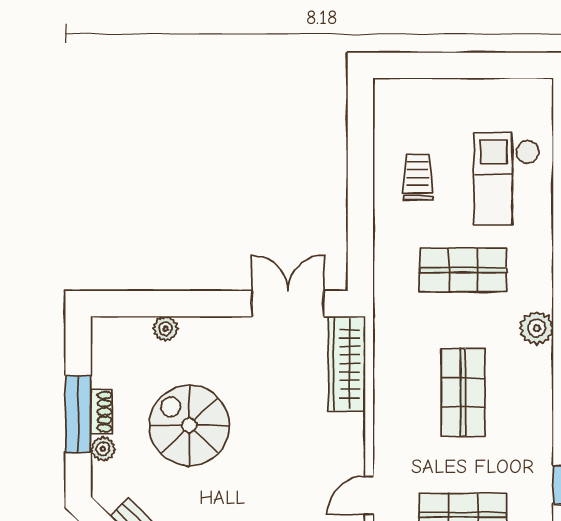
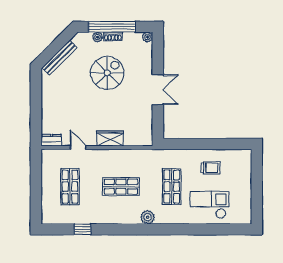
double door: (288, 304) -> (158, 90), moved
plant: (166, 329) -> (147, 37), moved
wardrobe: (347, 364) -> (110, 138), moved, width x0.67
window: (78, 414) -> (112, 27), width x1.46

